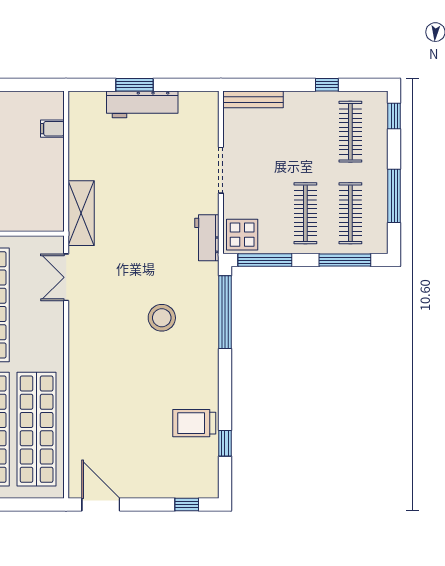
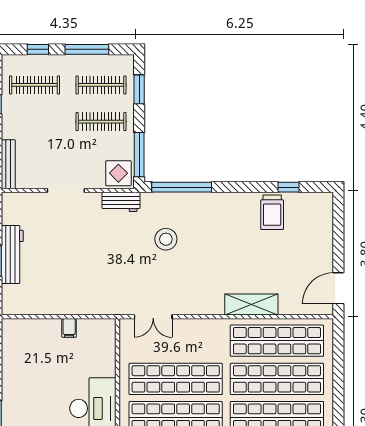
window: (394, 116) -> (38, 49), moved
filing cabinet: (52, 129) -> (69, 328), moved
shelving: (81, 213) -> (251, 304), moved
window: (345, 260) -> (139, 89), width x0.69
stool: (162, 318) -> (166, 239), moved
window: (187, 505) -> (338, 218), removed

